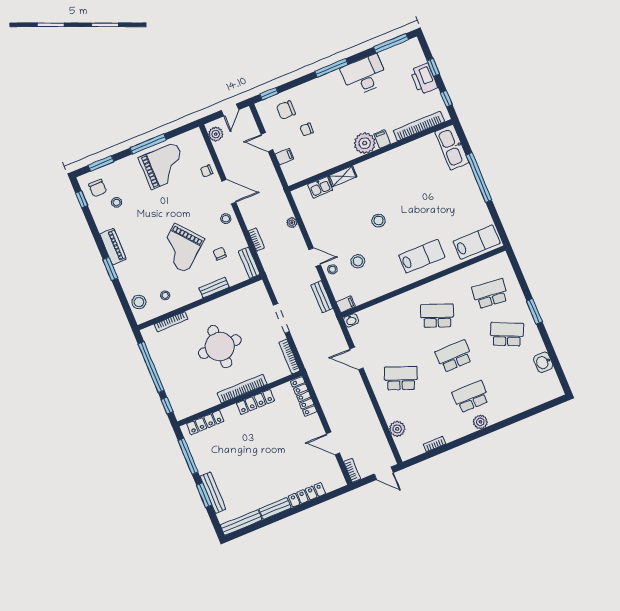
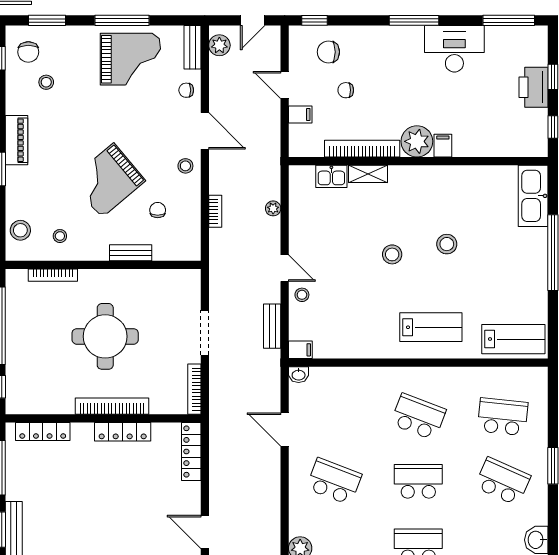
bookcase: (419, 126) -> (362, 149), moved
stool: (358, 261) -> (447, 244), moved
bench: (249, 263) -> (192, 47), moved

